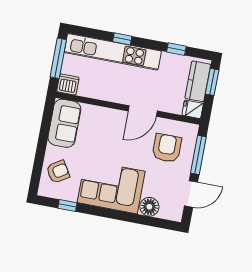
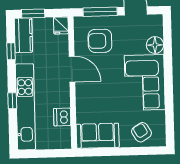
window: (58, 58) -> (42, 154), removed
kitchen counter: (198, 81) -> (23, 35), moved, turned -90
dishwasher: (68, 84) -> (62, 117), moved
window: (67, 206) -> (170, 117), removed

